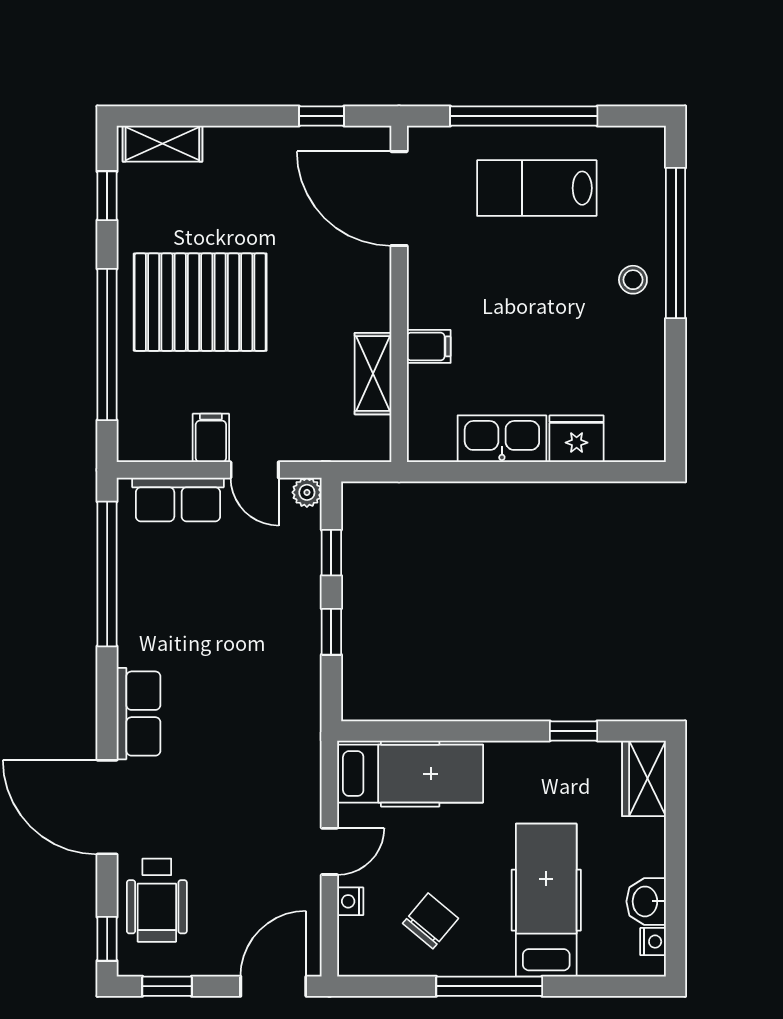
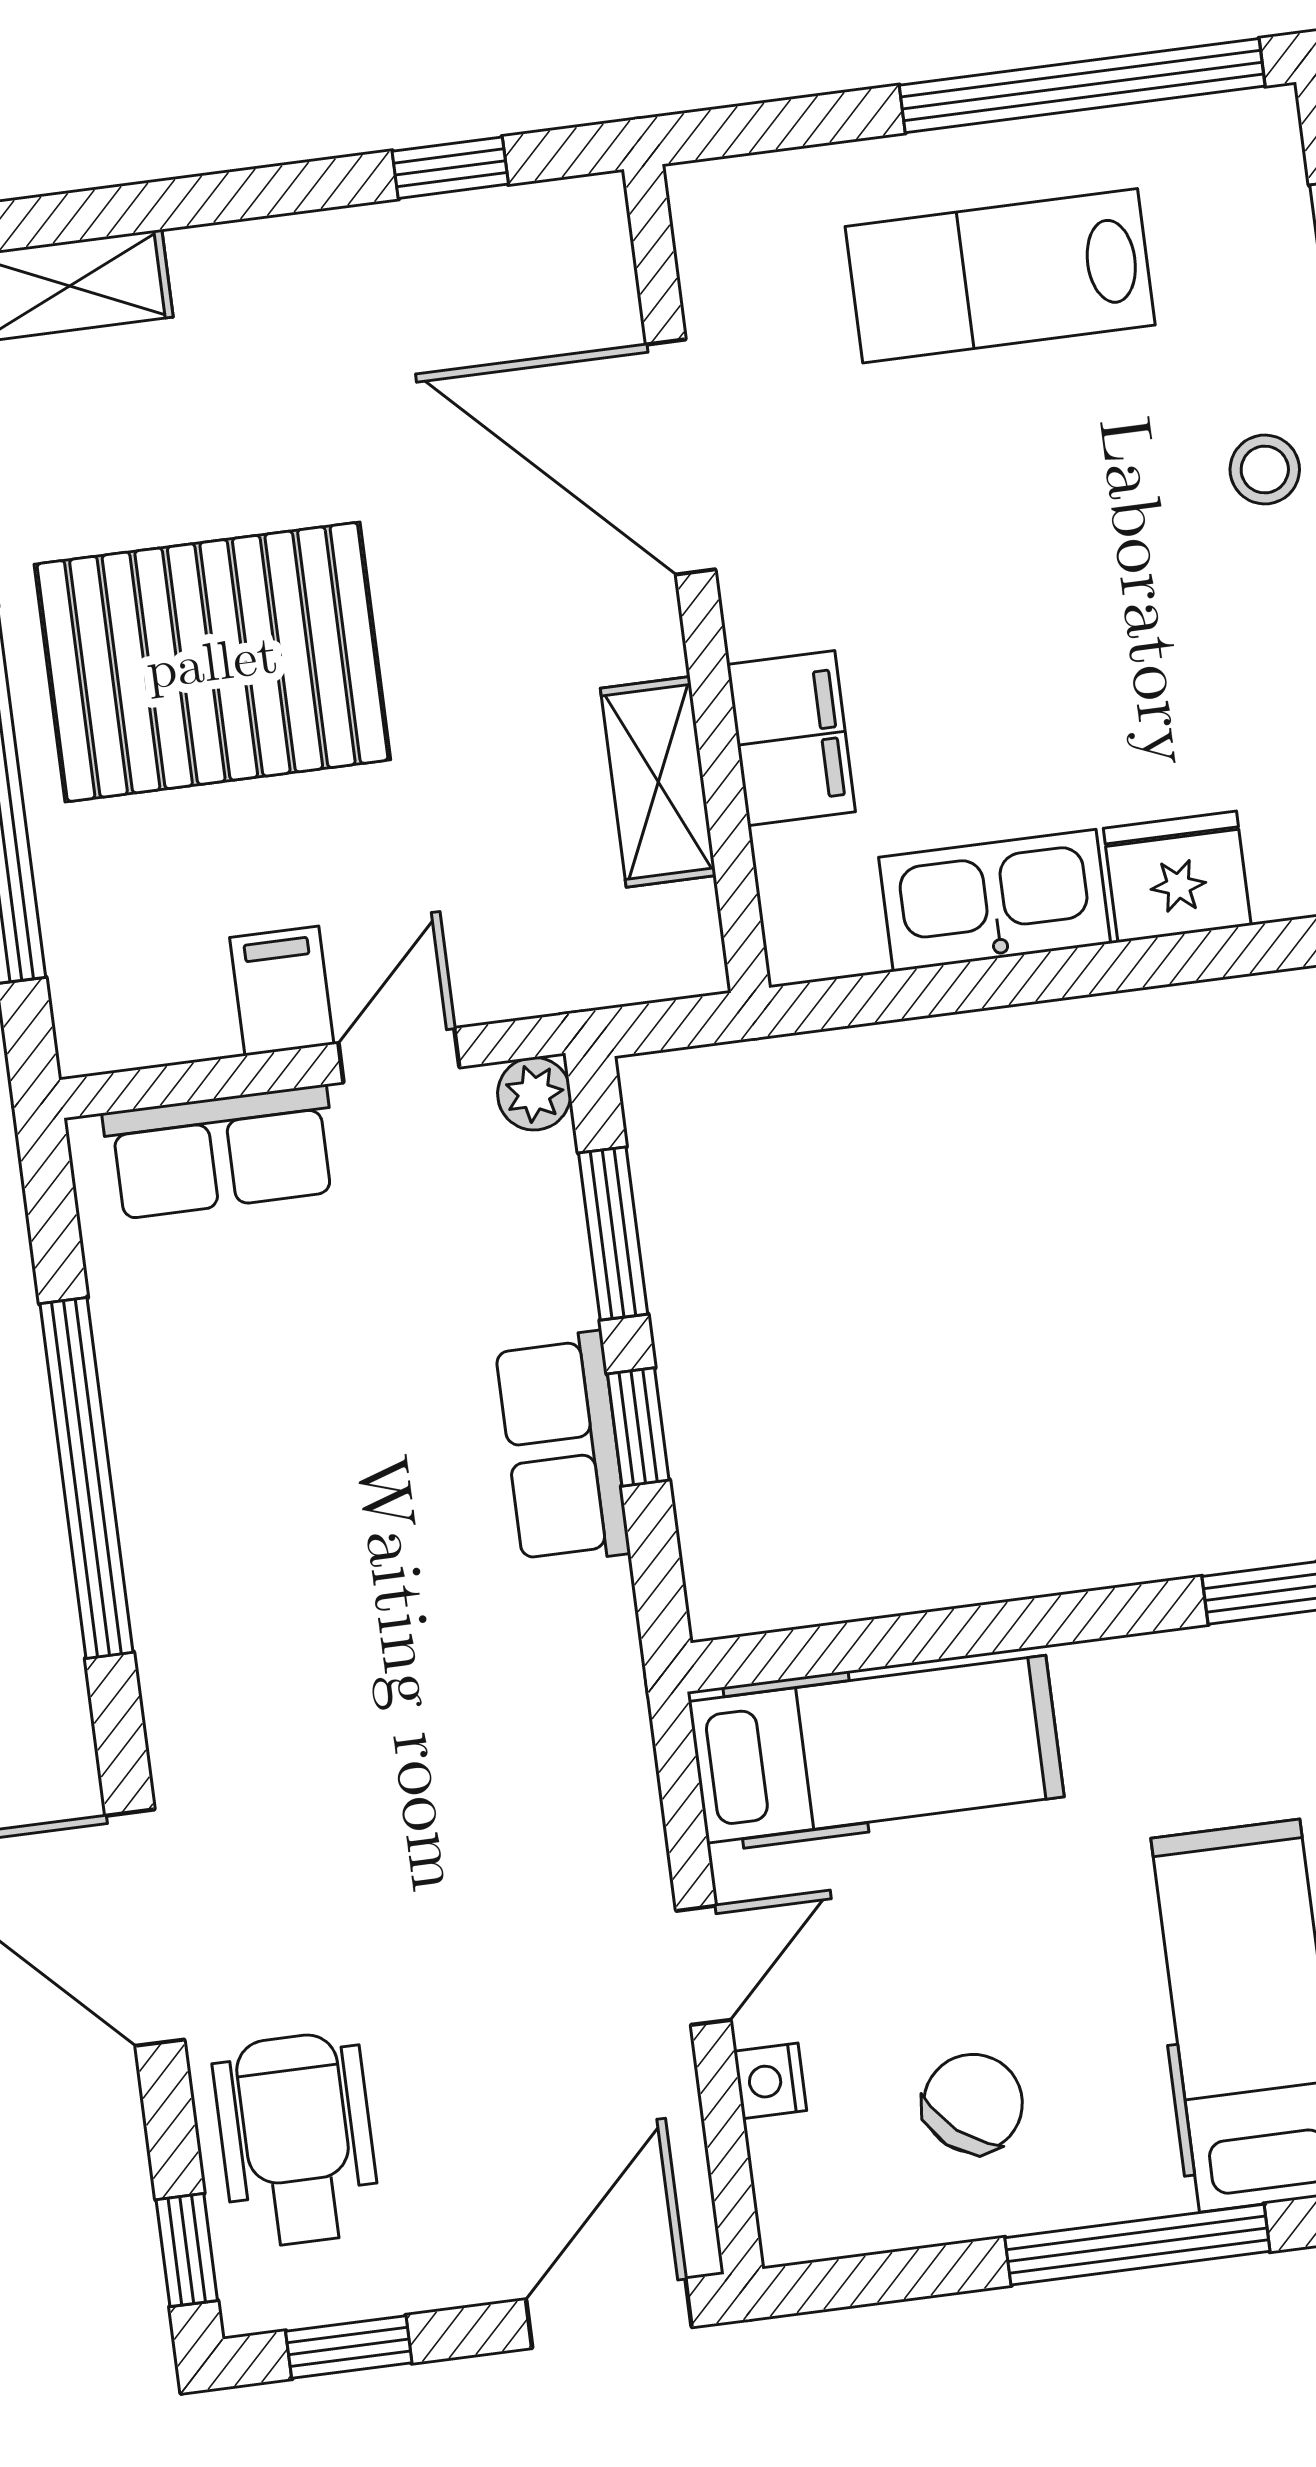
window: (524, 116) -> (1082, 86), moved
door: (399, 199) -> (681, 457), moved
filing cabinet: (429, 346) -> (791, 738), width x2.00
door: (255, 470) -> (399, 1055), swing flipped
window: (331, 553) -> (613, 1234), width x1.50
window: (107, 574) -> (87, 1478), moved
row of seats: (139, 714) -> (563, 1449), moved, turned 180
wheelchair: (157, 900) -> (296, 2140), turned 180

